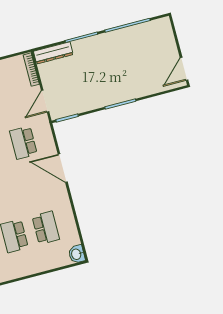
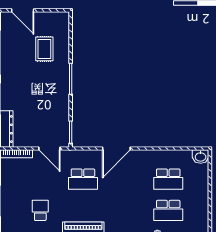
door: (184, 69) -> (23, 10), moved
rug: (143, 70) -> (44, 49), added
school desk: (46, 228) -> (168, 179), turned 180

